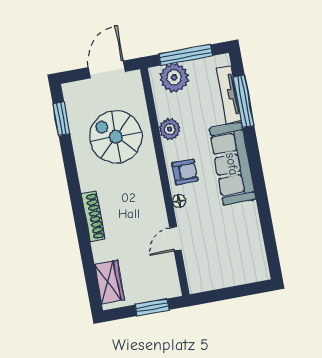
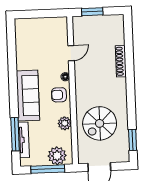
spiral stairs: (116, 137) -> (100, 123), turned 90
shoe rack: (93, 217) -> (121, 61), moved
wardrobe: (109, 282) -> (117, 32), removed

